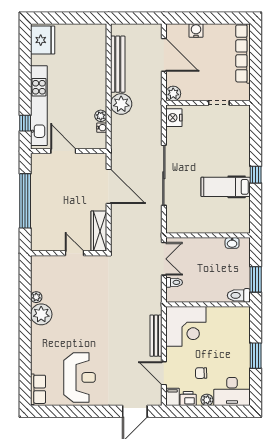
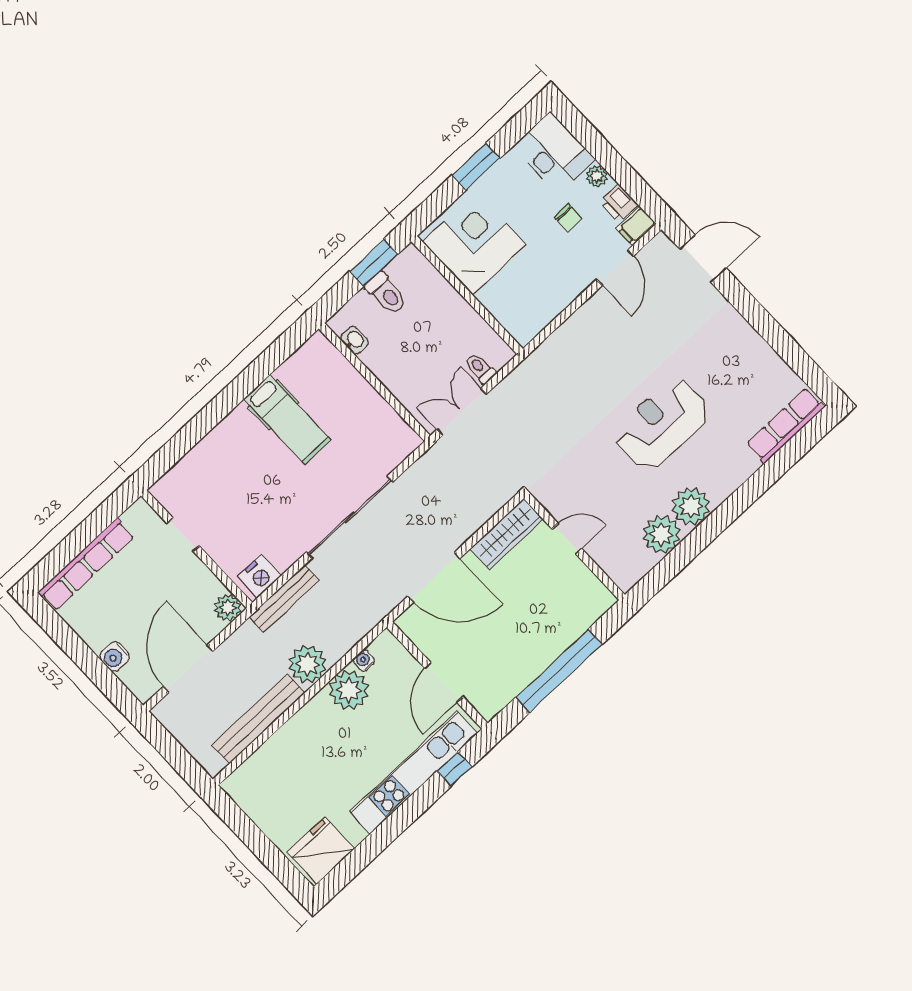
plant: (101, 116) -> (349, 690), width x1.87, depth x1.87
window: (256, 175) -> (233, 395), removed
door: (109, 186) -> (434, 577), swing flipped
door: (74, 253) -> (567, 539), swing flipped
toilet: (239, 295) -> (386, 293), moved
plant: (36, 297) -> (661, 534), width x1.87, depth x1.87
corner desk: (186, 326) -> (474, 243), moved
bench: (156, 336) -> (284, 599), moved
reception desk: (80, 377) -> (662, 424), moved
row of seats: (38, 389) -> (785, 425), width x1.48

